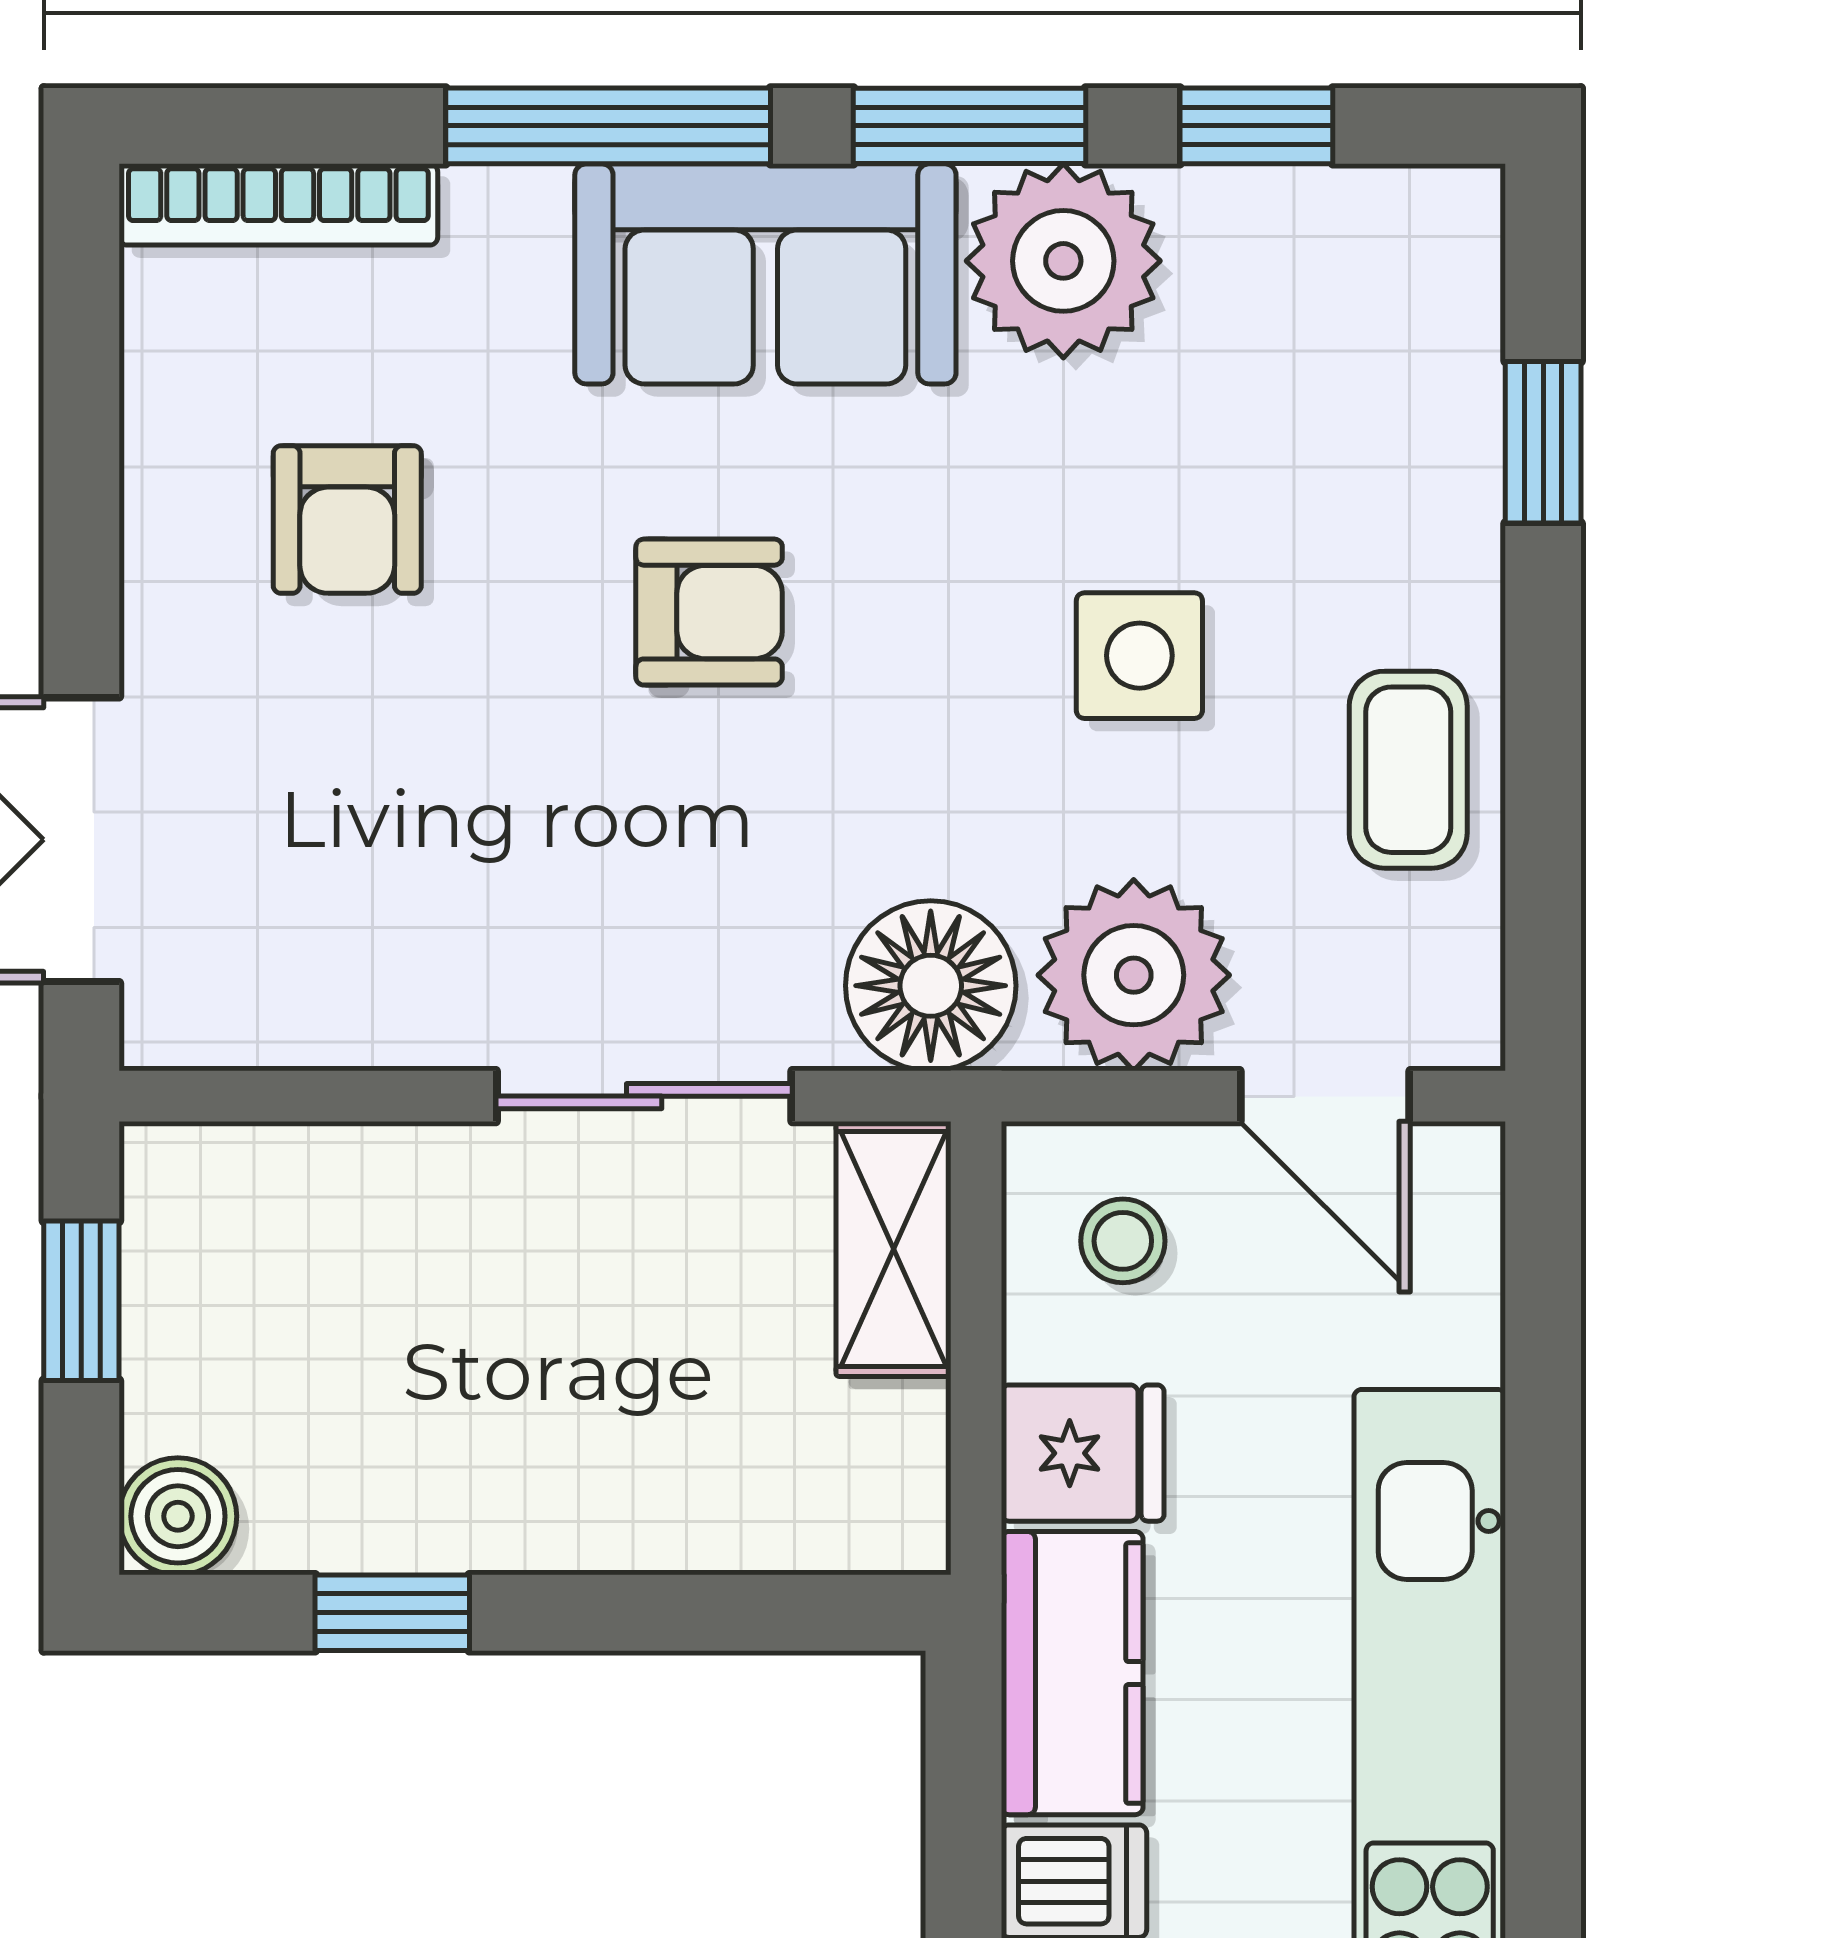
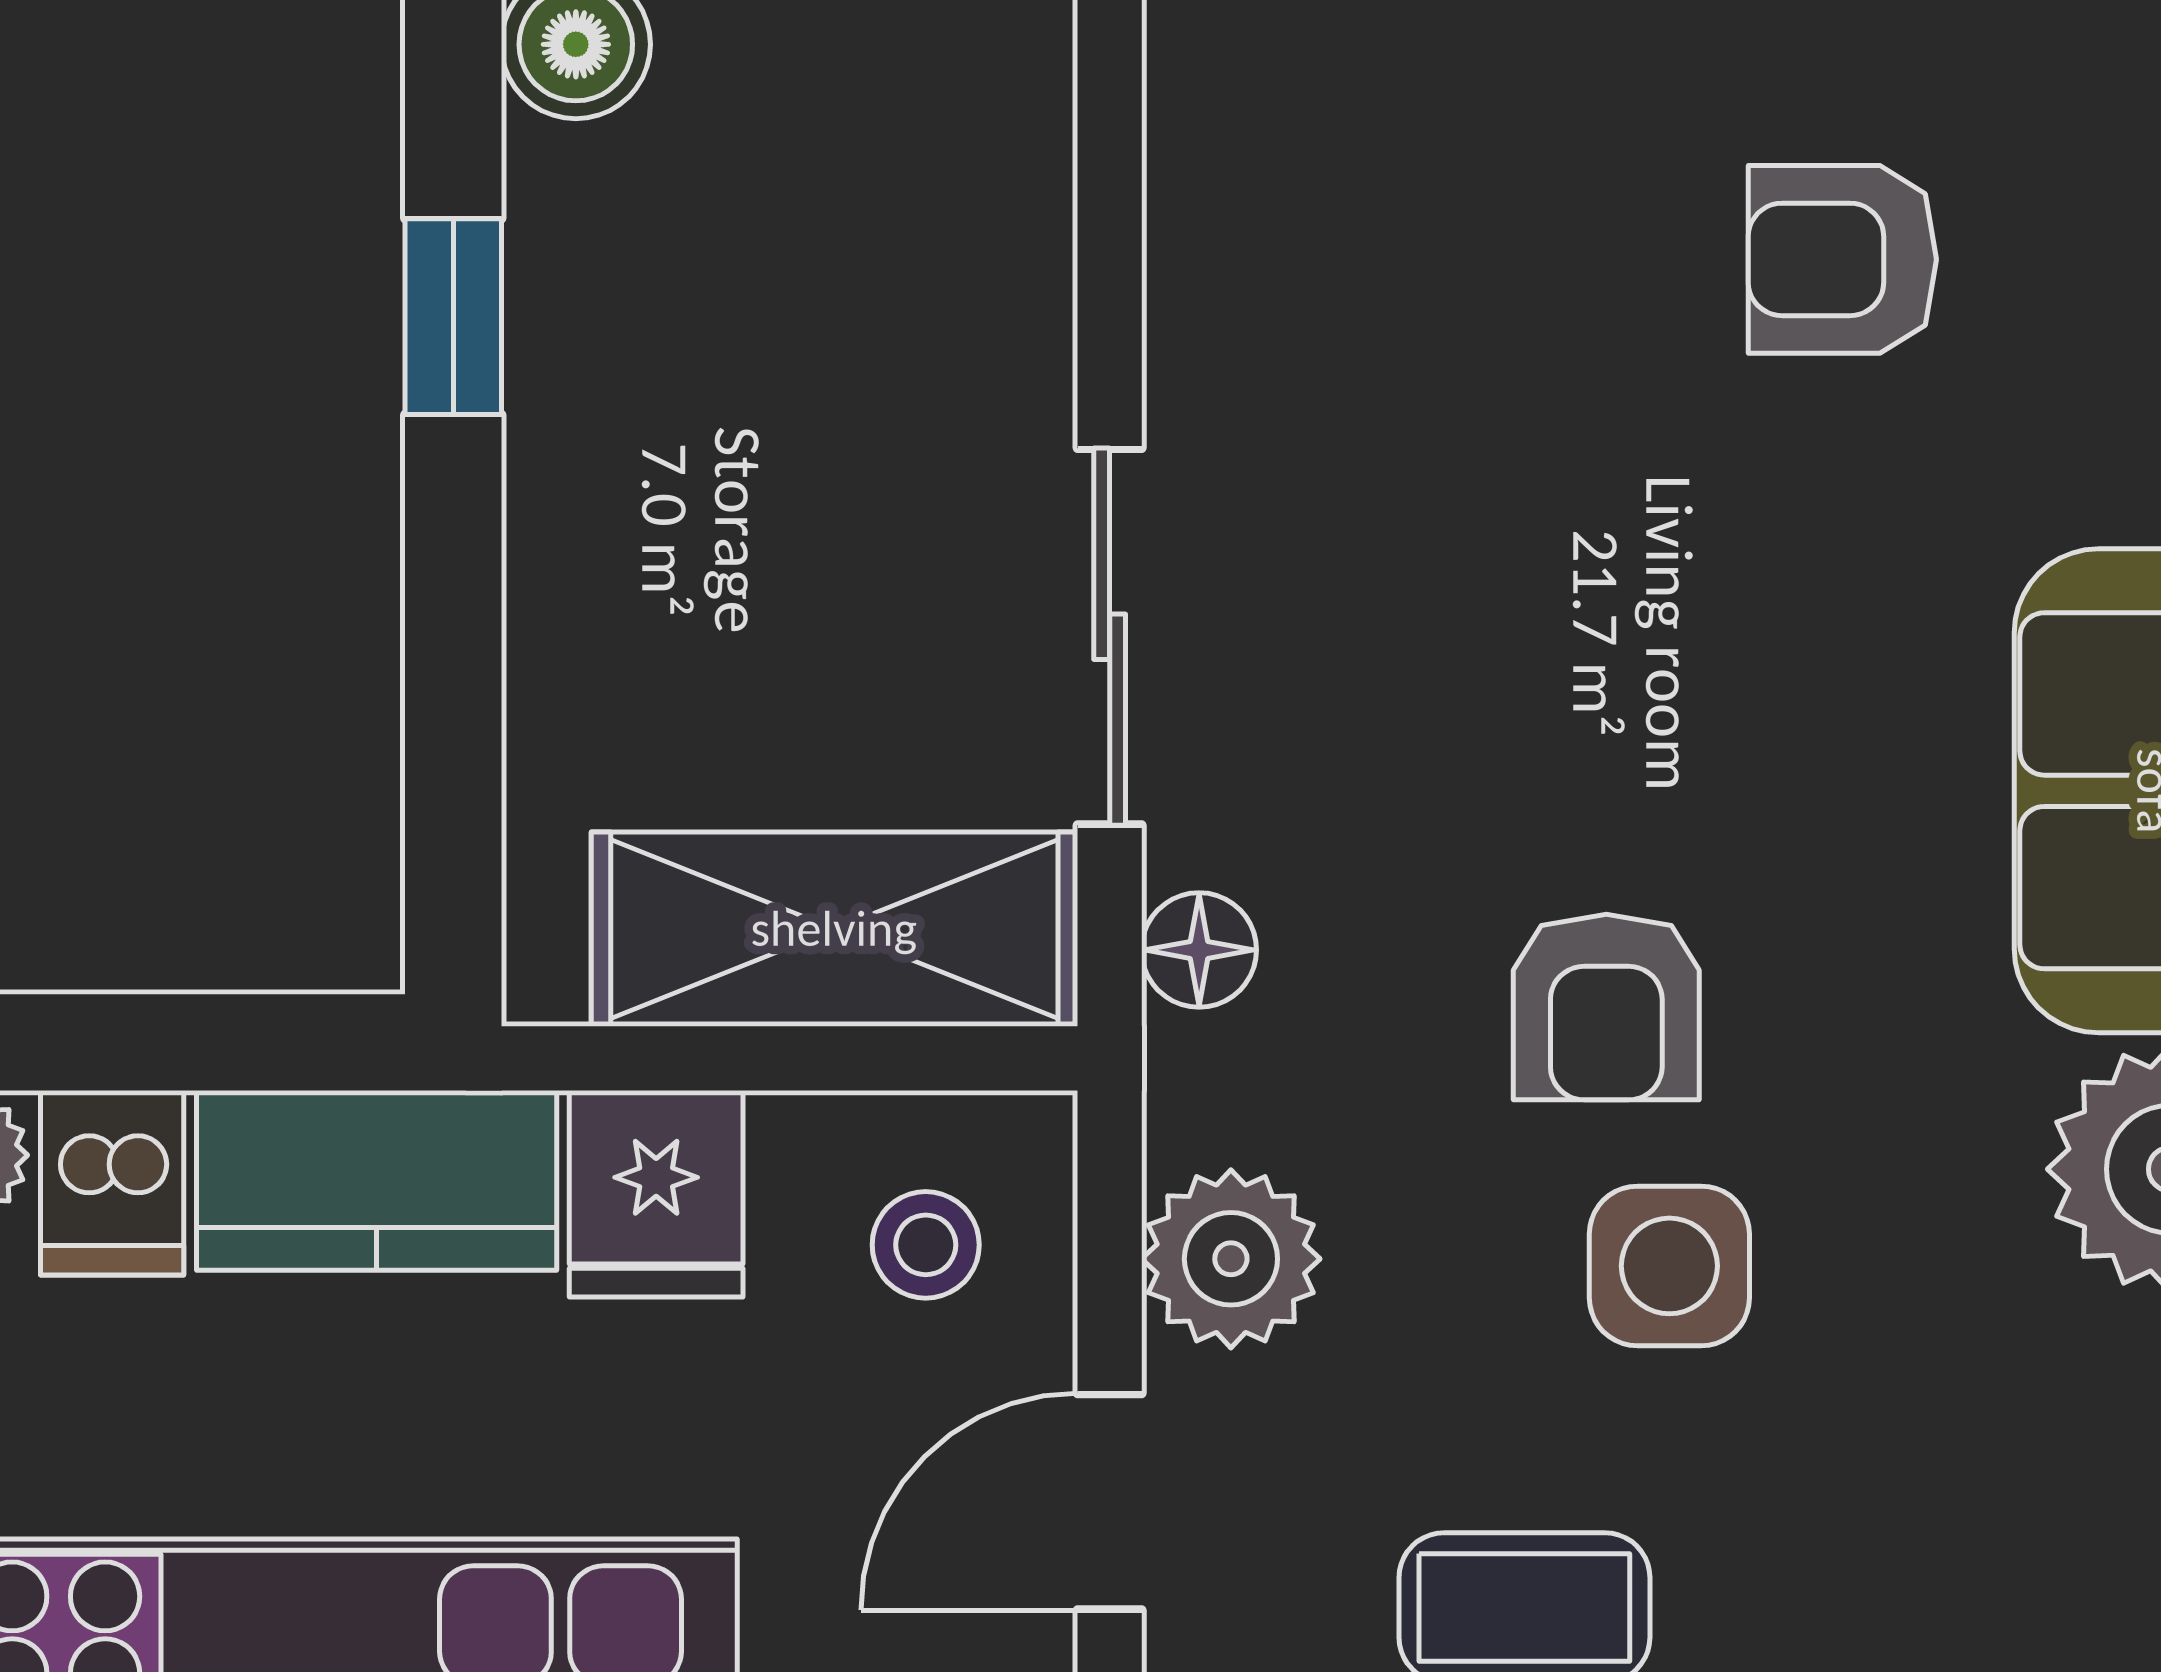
armchair: (709, 612) -> (1606, 1007), moved
plant: (1134, 975) -> (1231, 1259), width x0.73, depth x0.73
floor lamp: (931, 986) -> (1199, 950), width x0.53, depth x0.53
shelving: (893, 1249) -> (834, 929), width x1.50, depth x1.33

